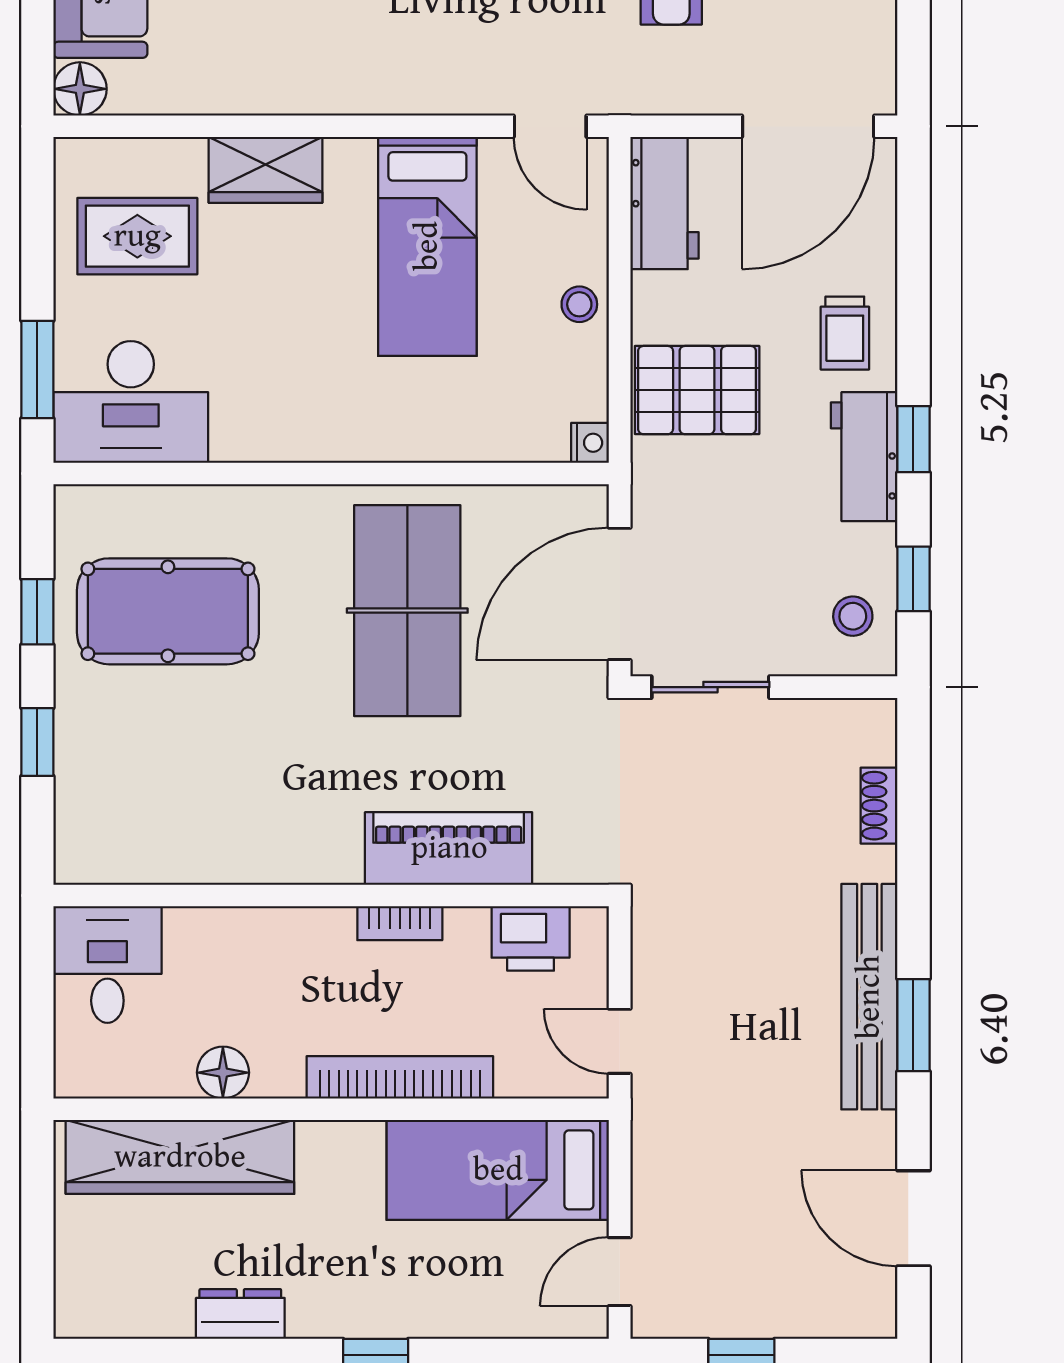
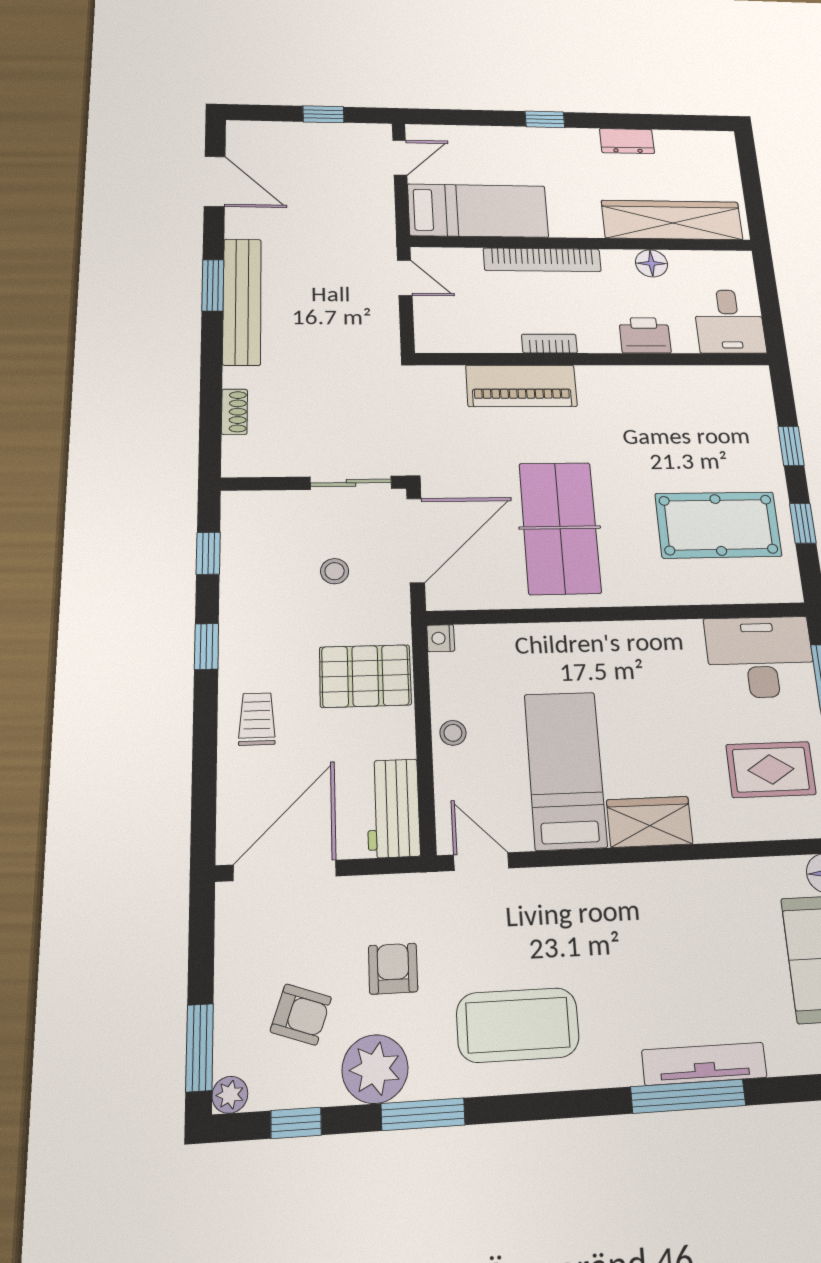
wardrobe: (266, 170) -> (650, 822), moved
workbench: (864, 457) -> (243, 634), removed
stool: (853, 616) -> (335, 571), moved
printer: (531, 938) -> (645, 335), moved

